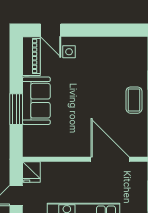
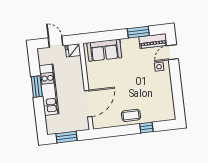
sofa: (36, 101) -> (104, 50), moved
window: (16, 109) -> (138, 32), moved

